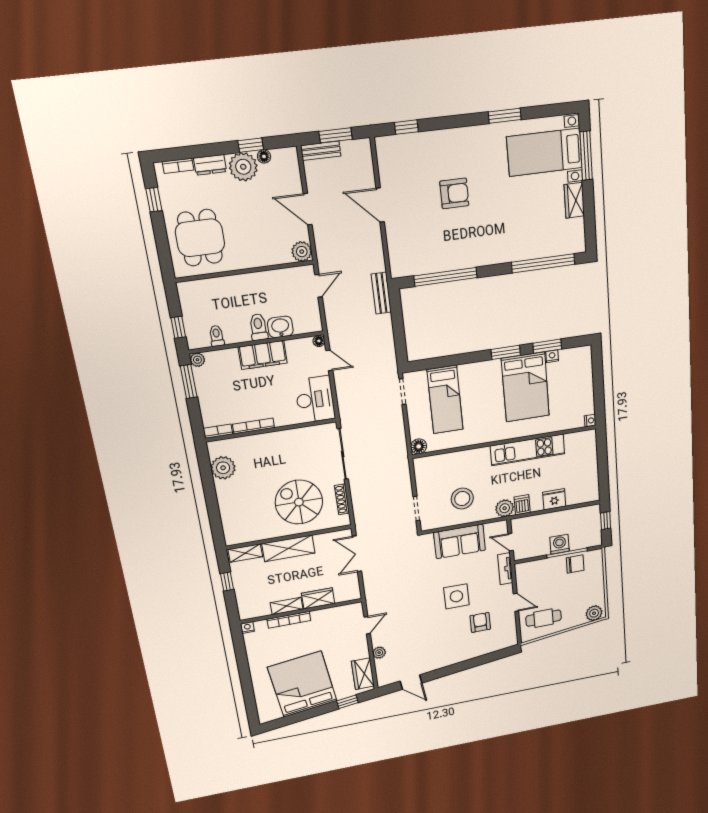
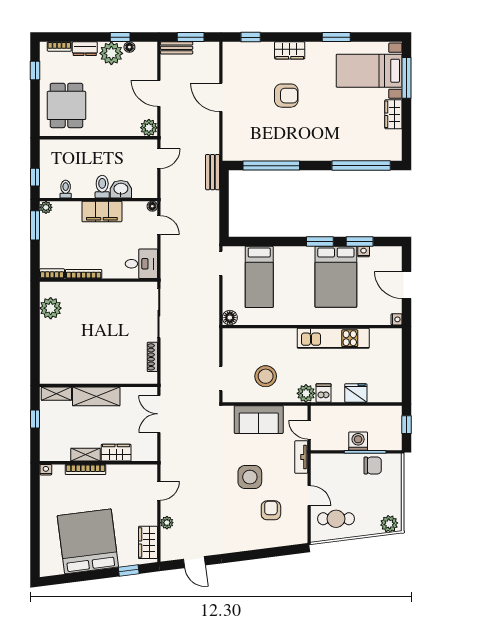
wardrobe: (453, 138) -> (290, 50), added
door: (598, 384) -> (407, 285), added
desk: (315, 399) -> (141, 264), width x0.73
spiral stairs: (299, 502) -> (113, 353), removed

